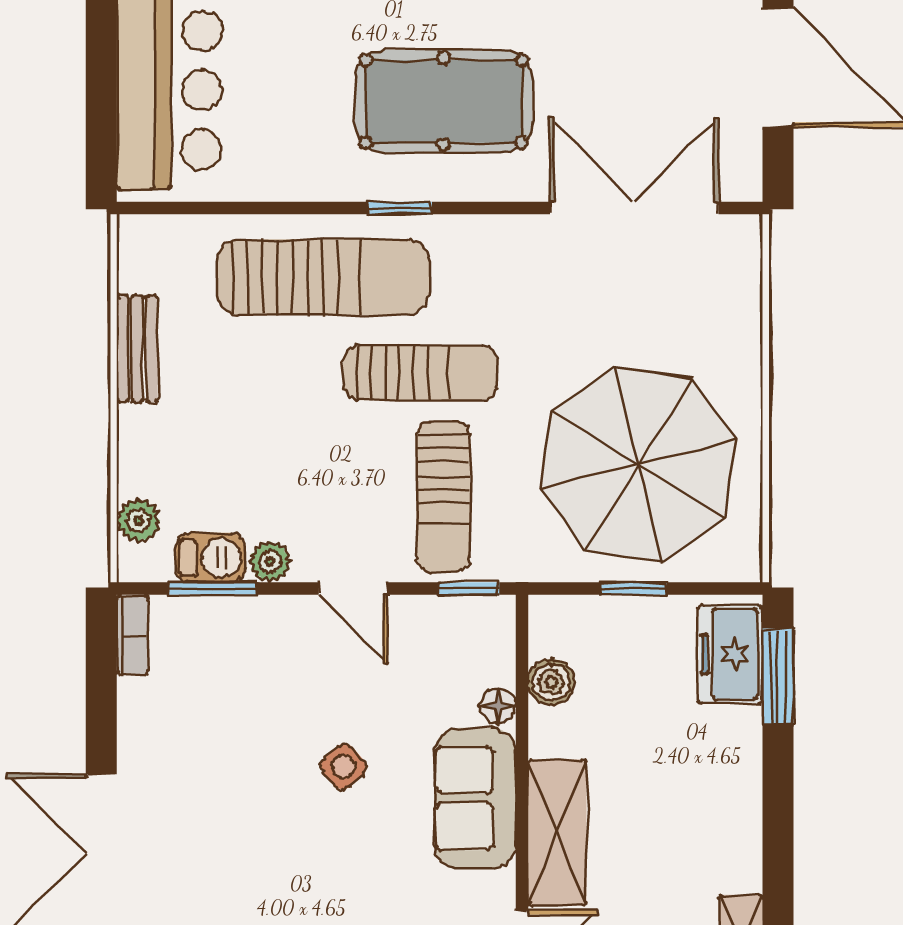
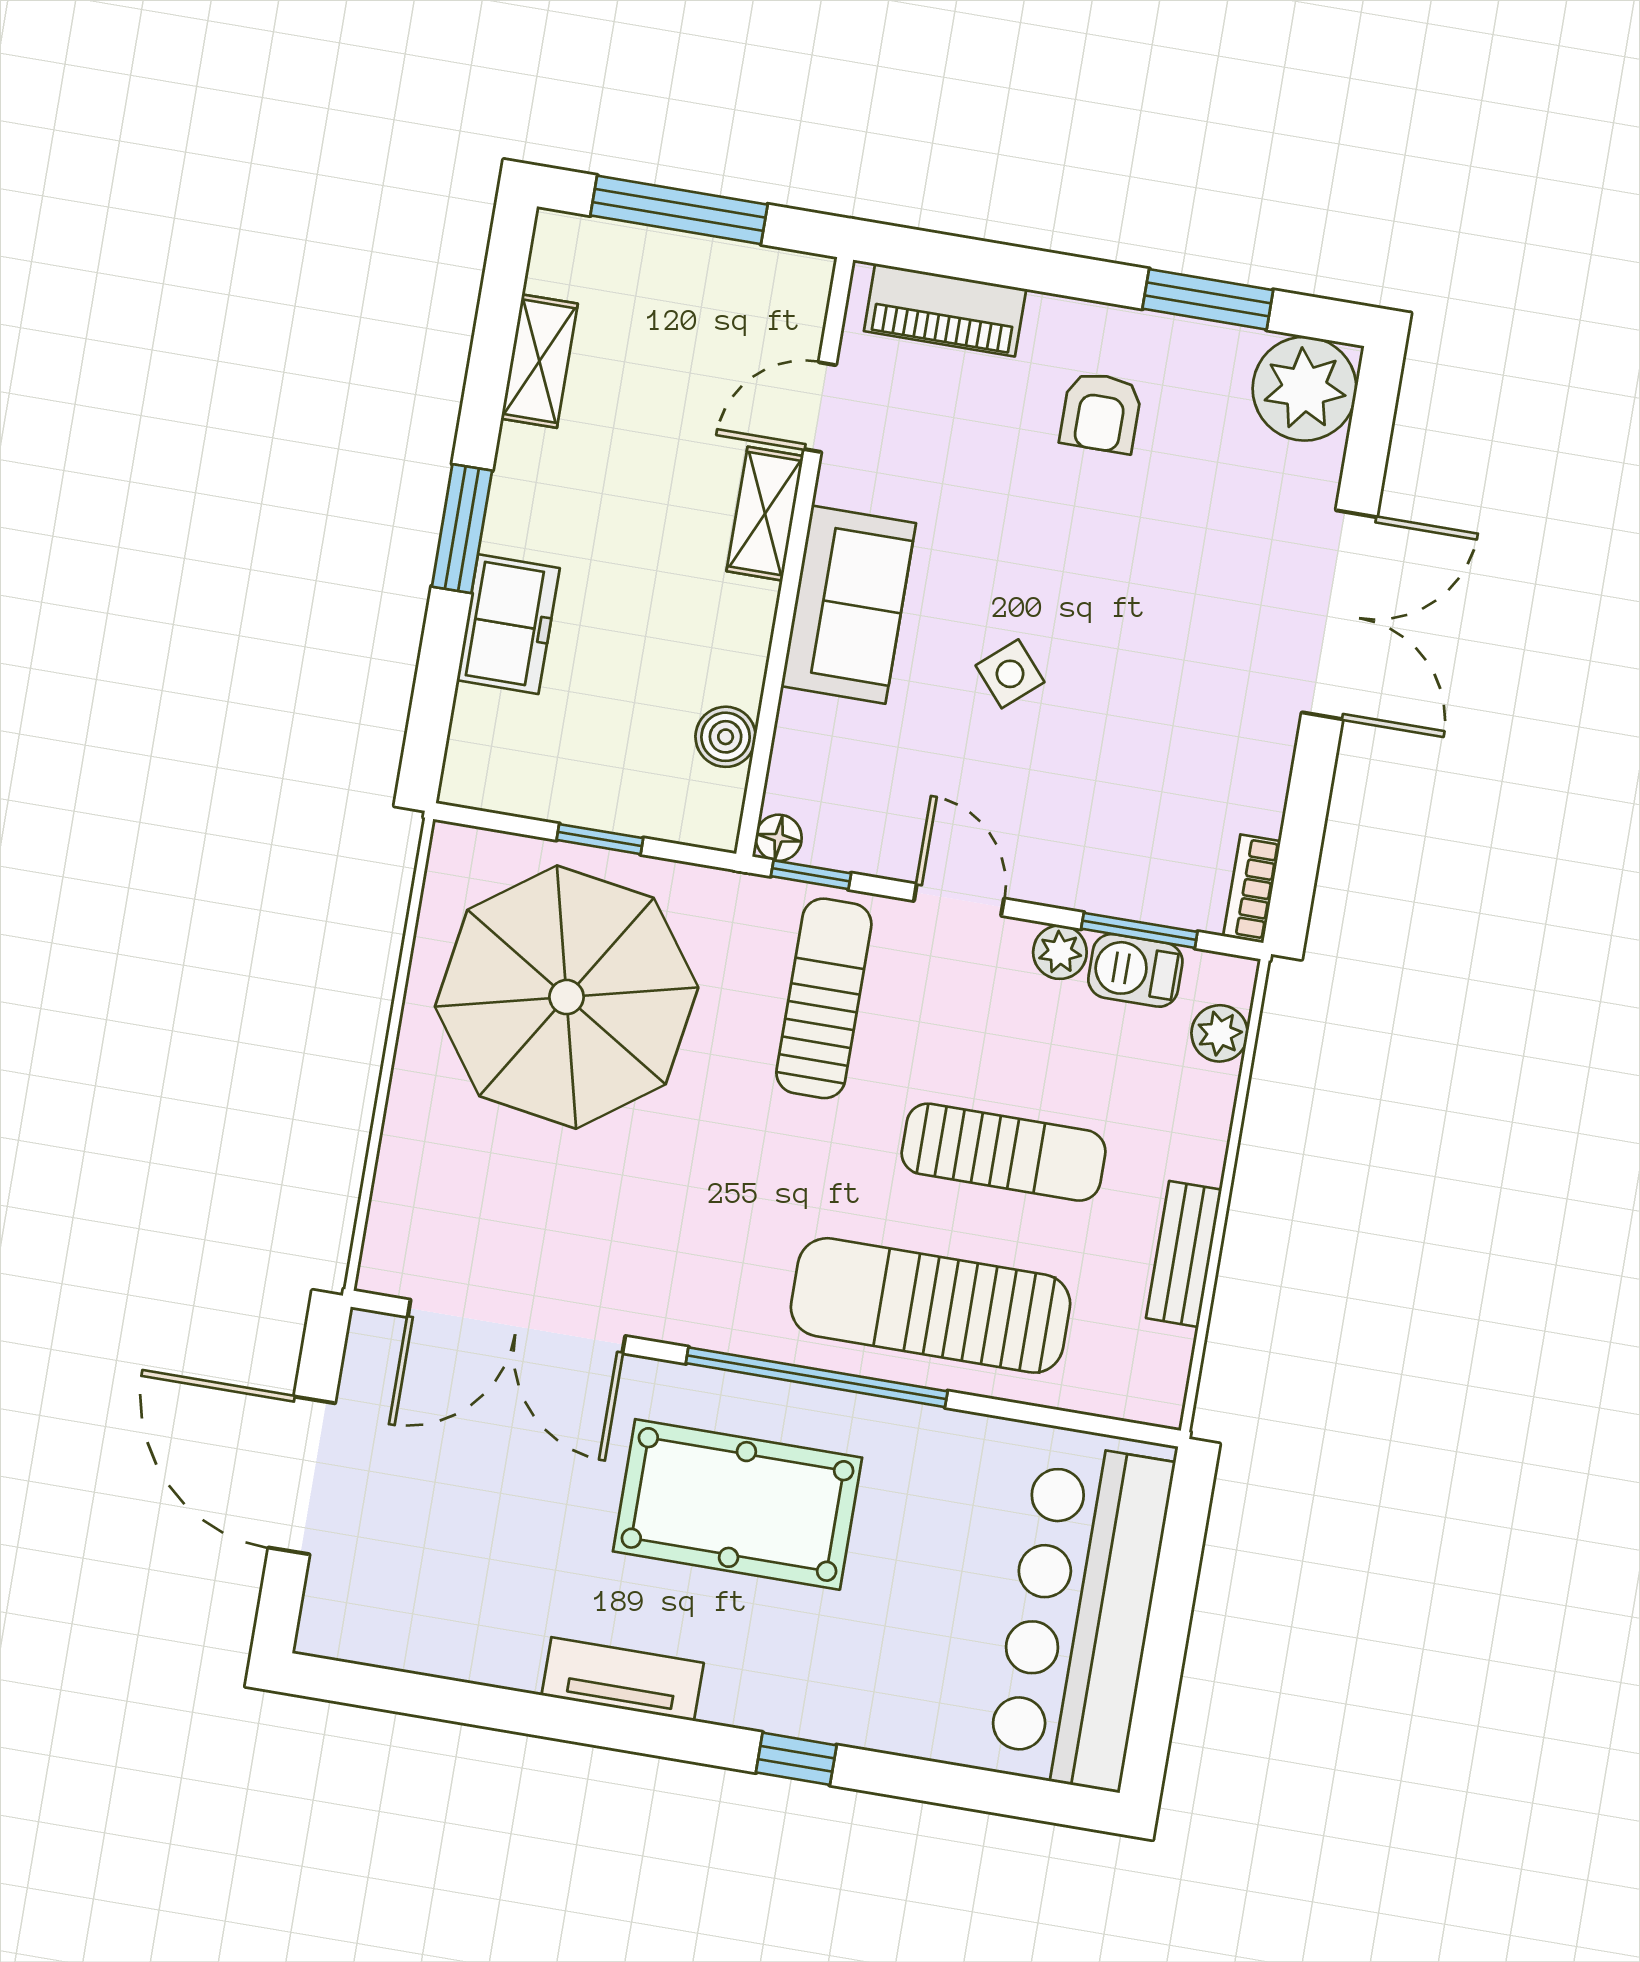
window: (400, 208) -> (817, 1377), width x3.17
sun lounger: (420, 373) -> (1004, 1152), moved, turned 180
freezer: (731, 654) -> (508, 624), moved
window: (778, 676) -> (462, 529), moved
floor lamp: (498, 706) -> (779, 838), moved
shelving: (557, 832) -> (765, 514), width x0.67, depth x0.75

